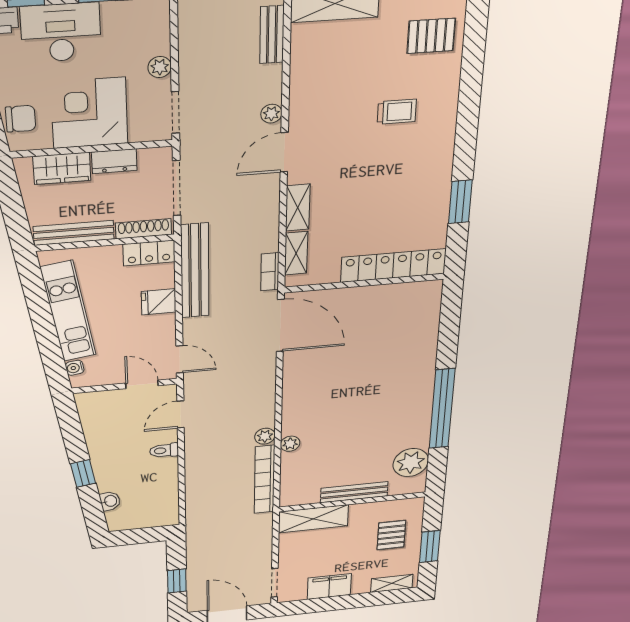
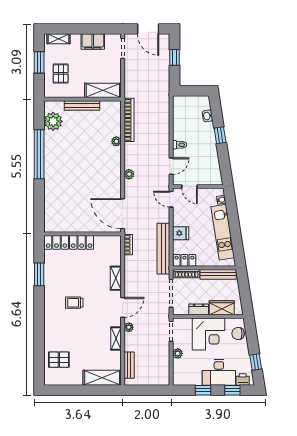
trolley: (397, 112) -> (74, 303), moved
shelving: (296, 253) -> (116, 339), moved
plant: (265, 436) -> (129, 174), moved

